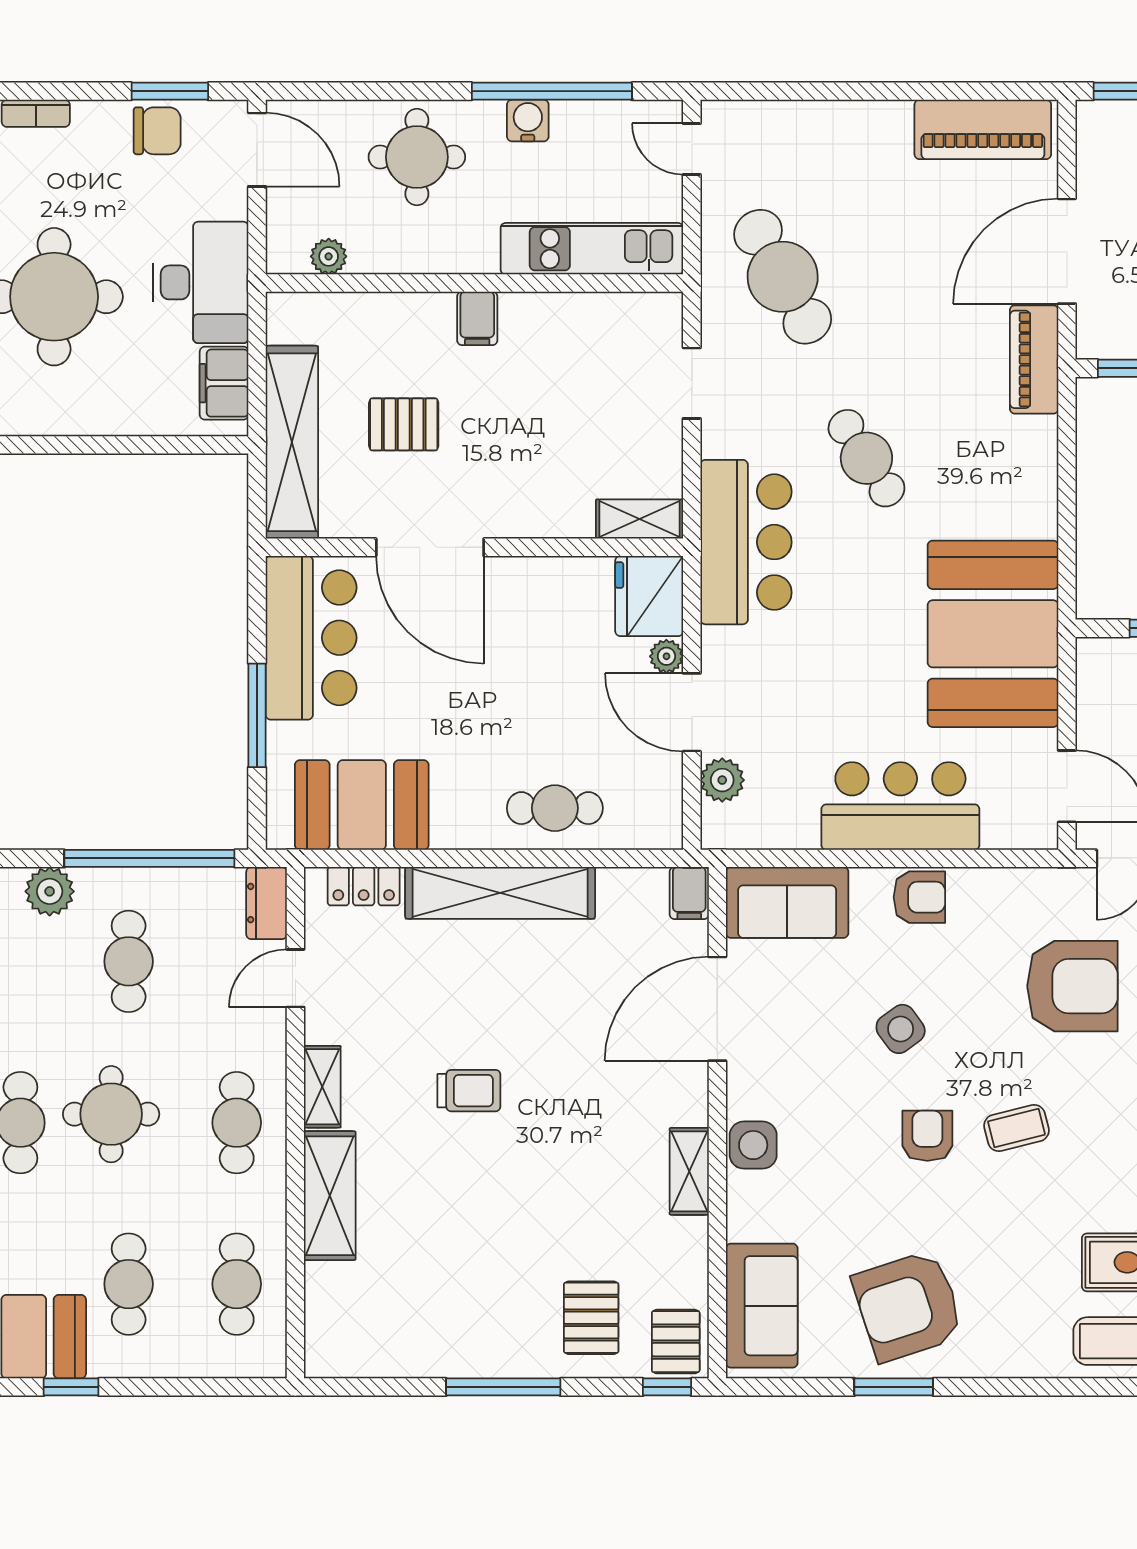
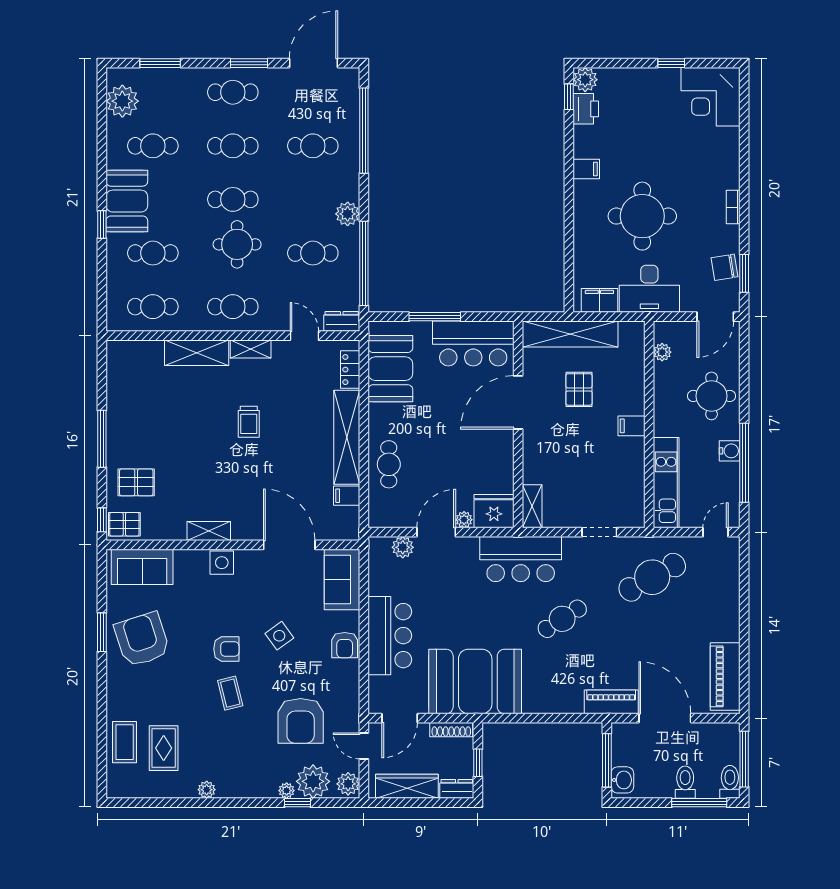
chair: (157, 131) -> (725, 267), turned 81
shoe rack: (1090, 682) -> (451, 730), added
filing cabinet: (689, 893) -> (347, 496), moved

